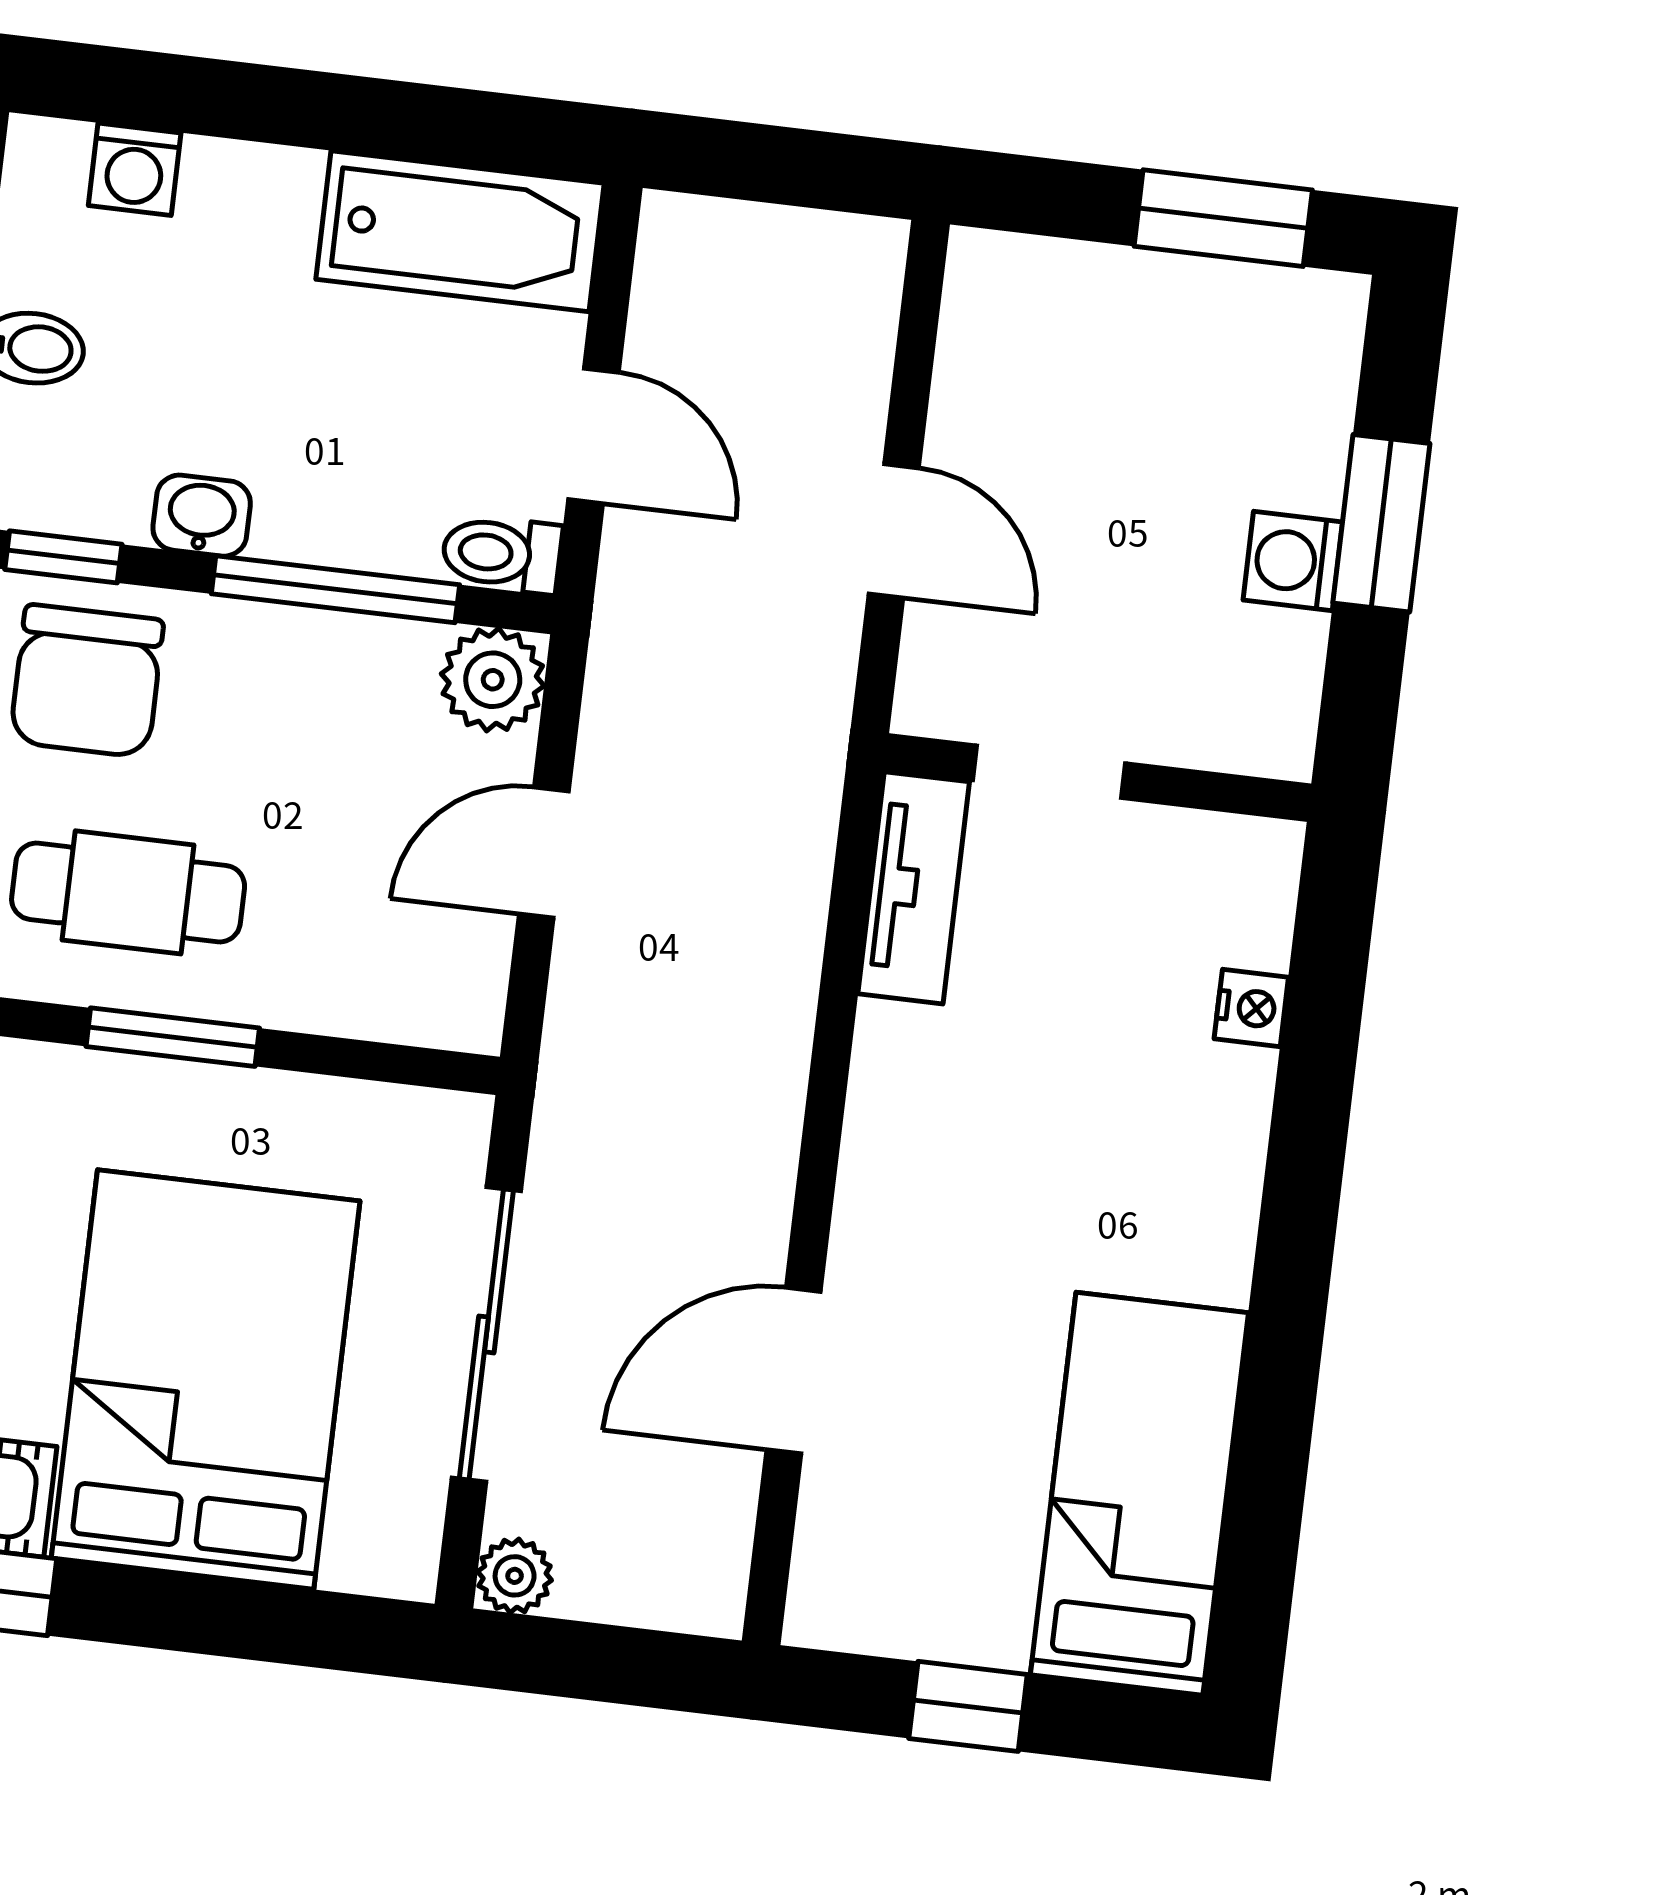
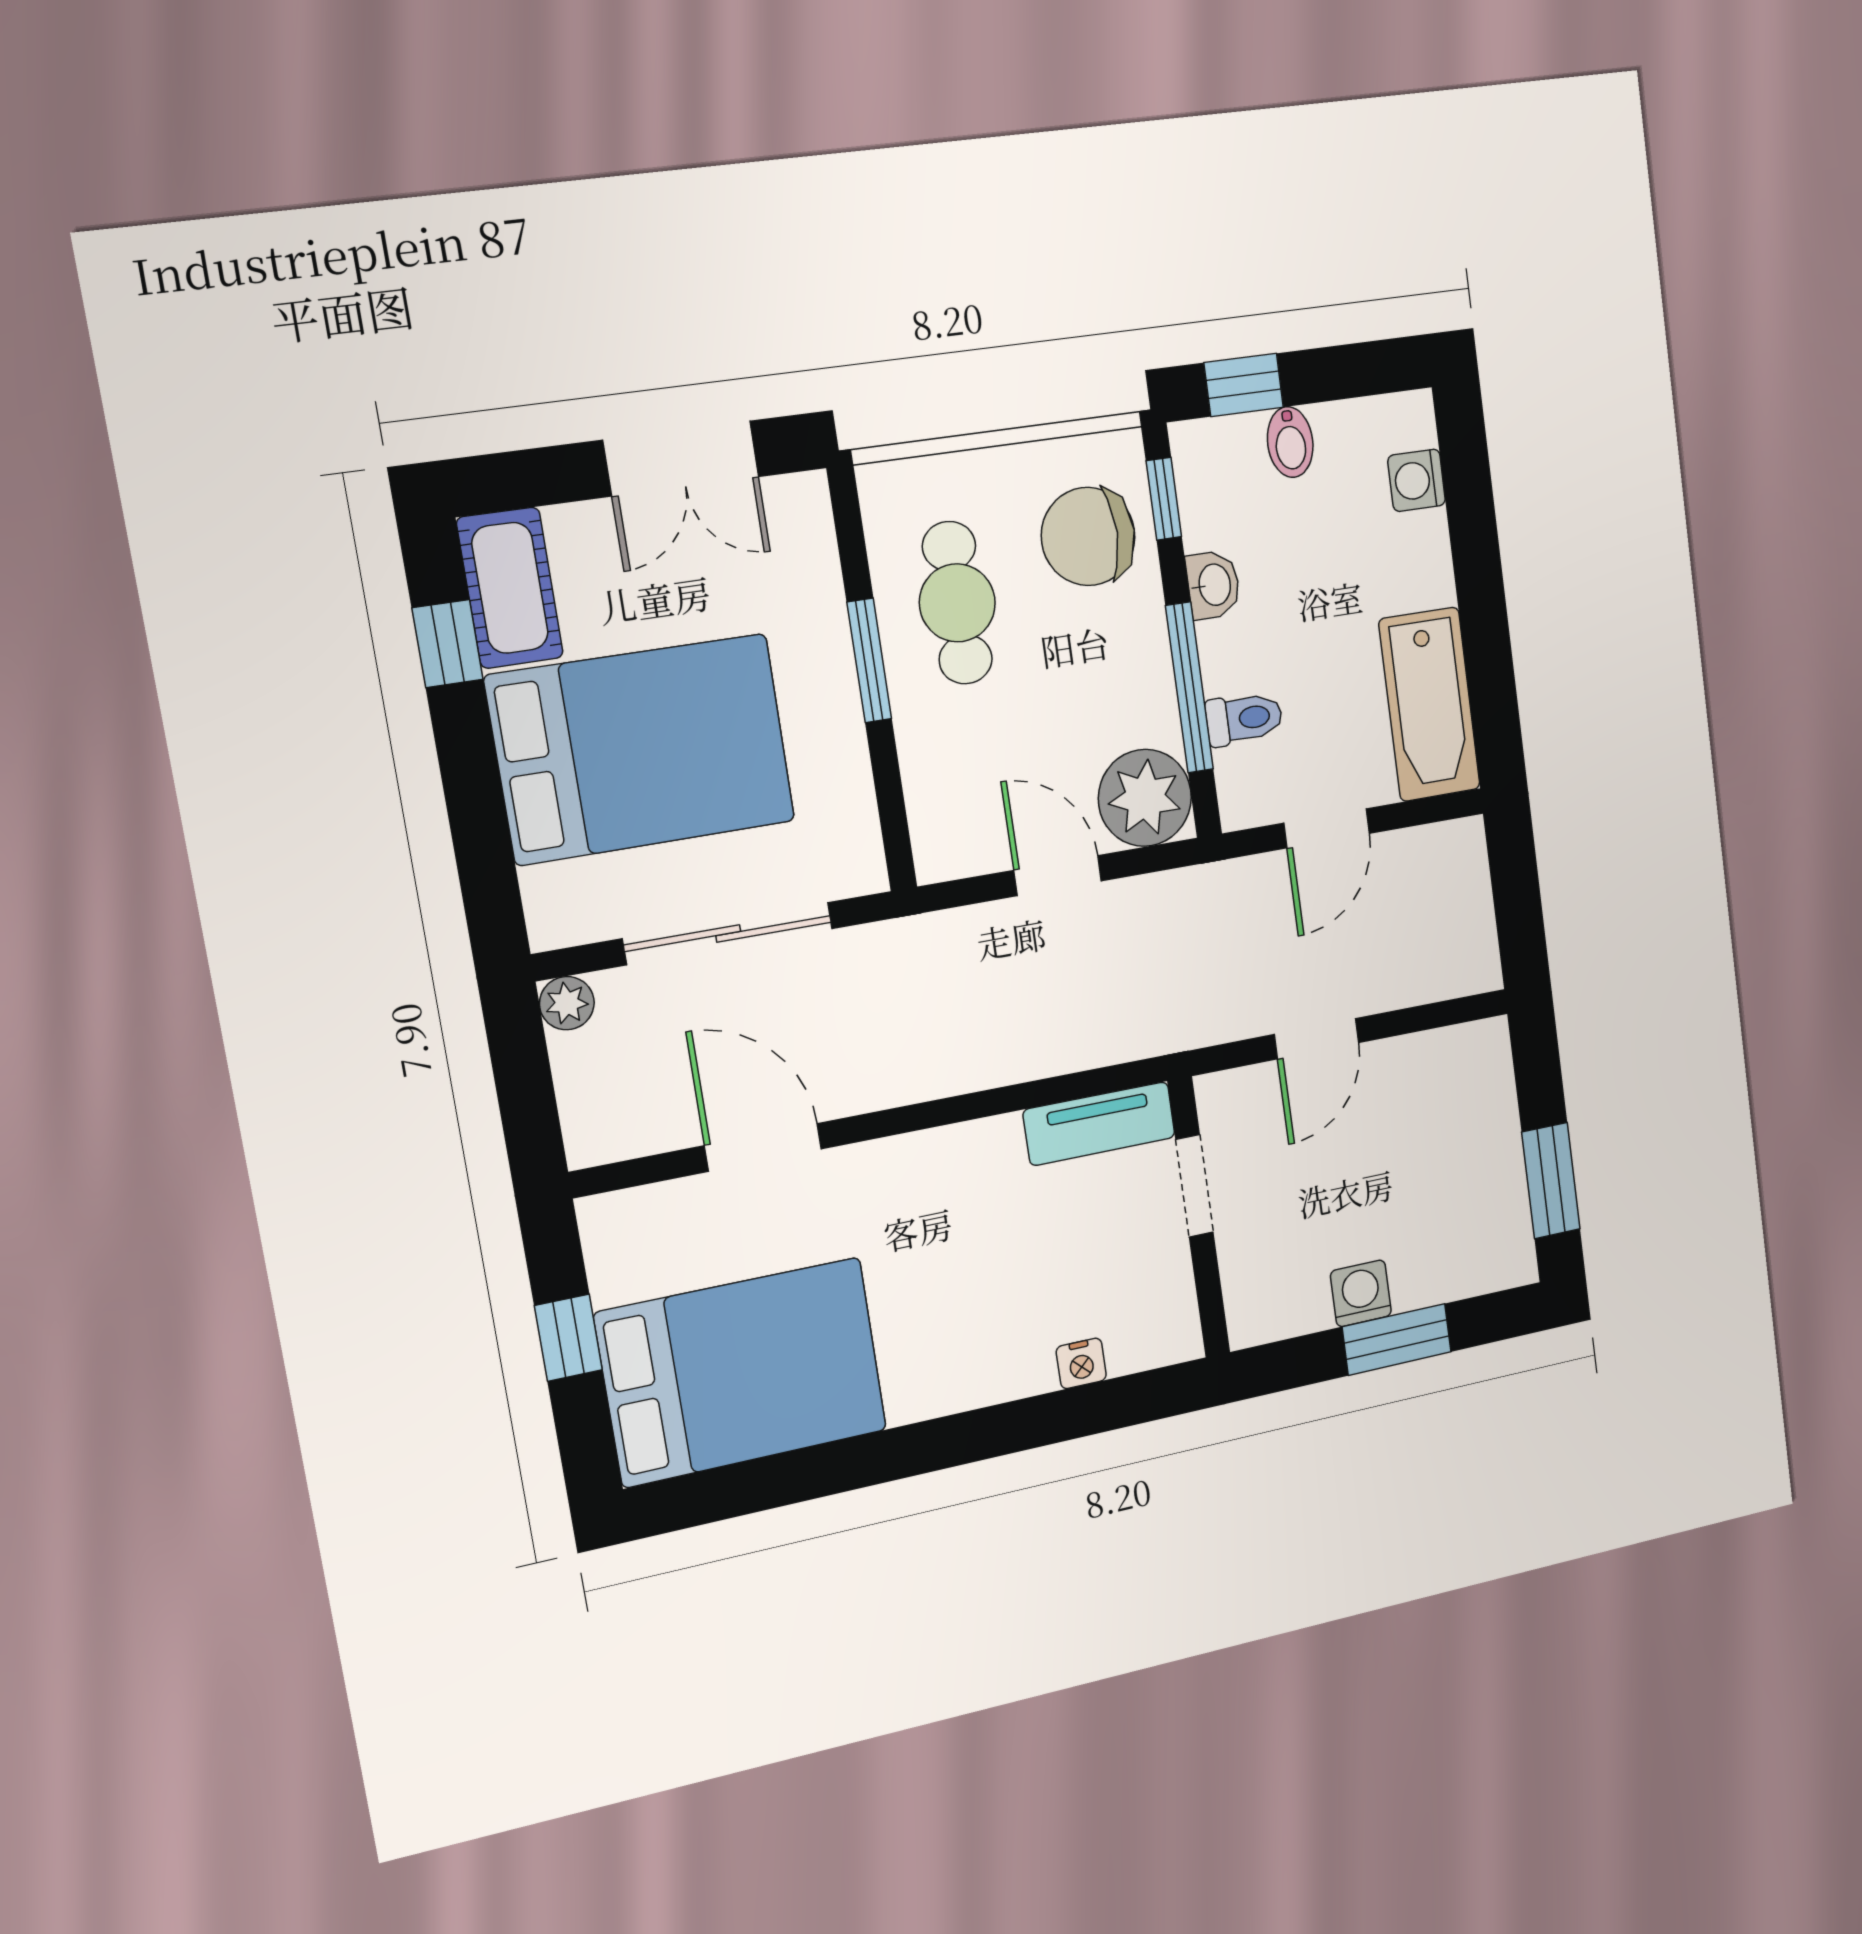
toilet: (502, 554) -> (1244, 719), moved, turned 90
plant: (493, 680) -> (1145, 798), width x1.36, depth x1.36
bed: (1139, 1494) -> (742, 1372), width x1.50

